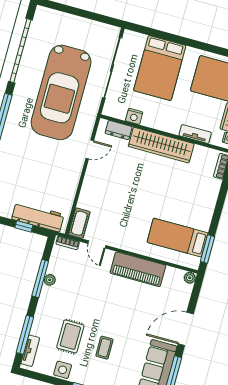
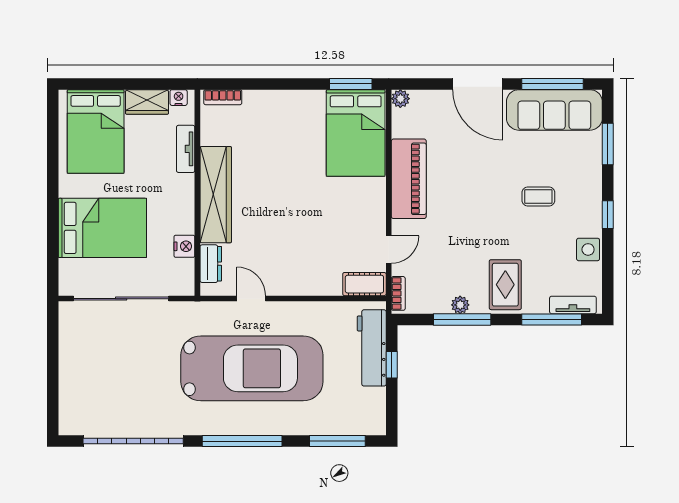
car: (61, 92) -> (252, 368), moved
bed: (178, 238) -> (356, 133), width x1.50
rug: (70, 336) -> (505, 285), moved, turned 90

